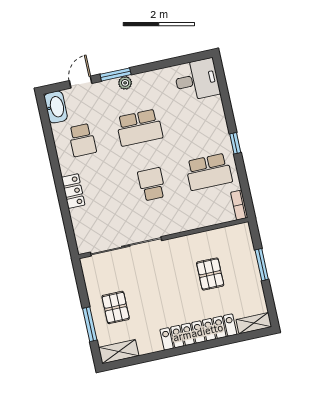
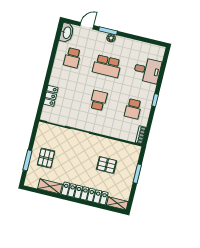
desk: (197, 80) -> (147, 70), moved
school desk: (209, 172) -> (133, 109), width x0.54
locker: (73, 191) -> (51, 96), moved
pallet: (210, 274) -> (107, 165), turned 90
shelving: (119, 352) -> (50, 186), moved

